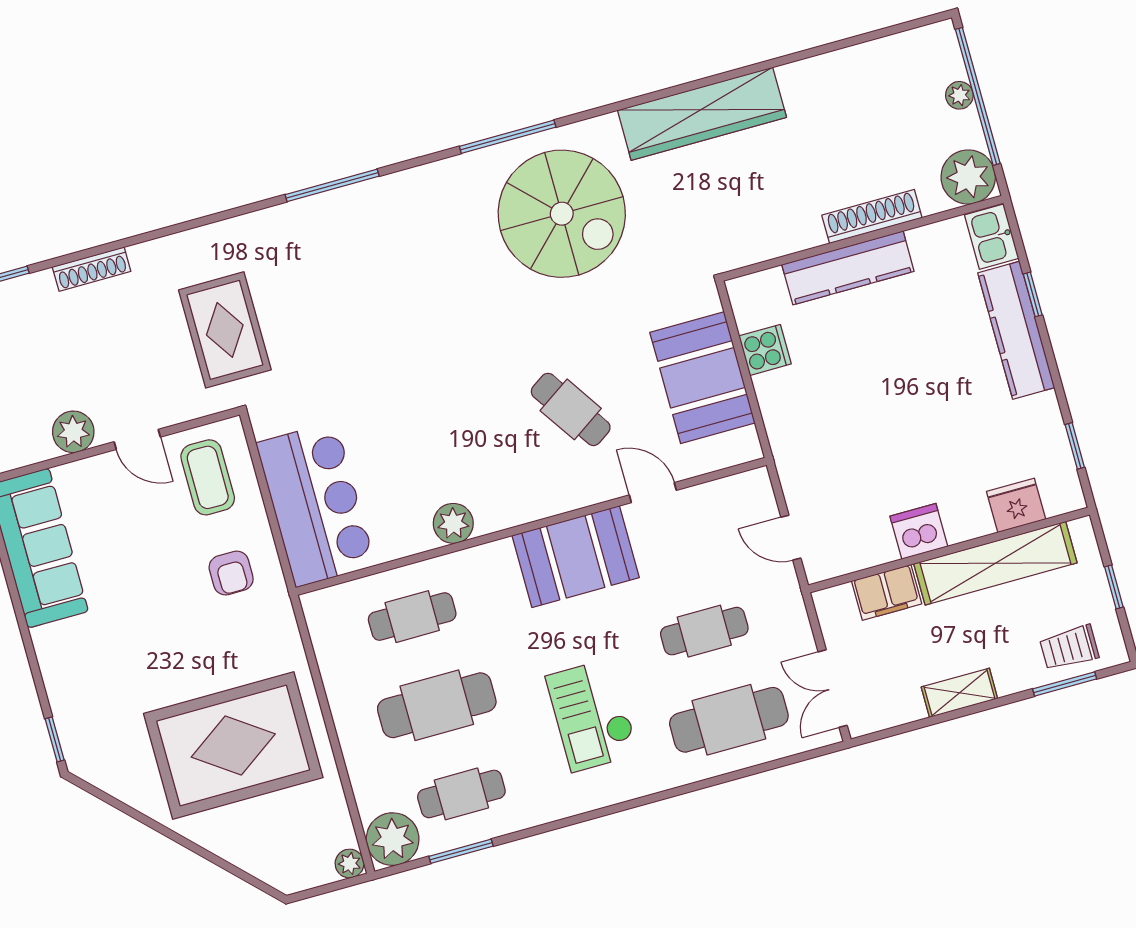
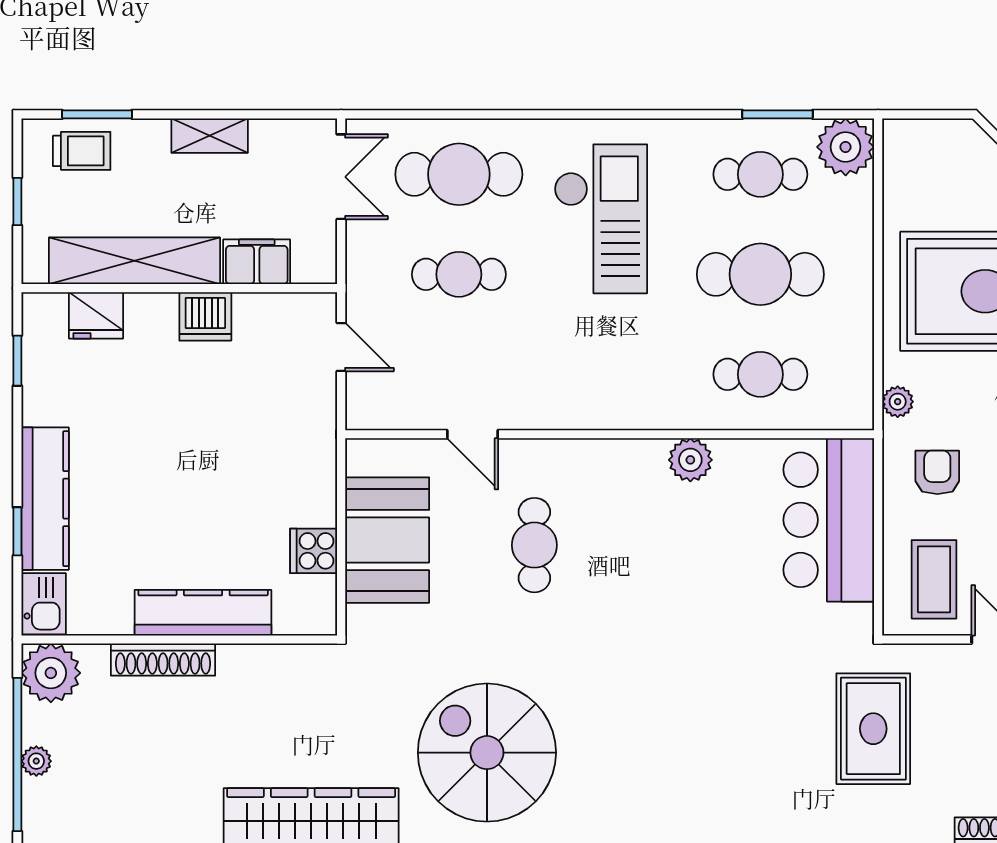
cafe table: (571, 409) -> (534, 545), turned 34
booth: (576, 557) -> (572, 390), removed
checkout: (592, 715) -> (601, 219), width x1.36, depth x1.21
plant: (350, 864) -> (898, 402), moved

